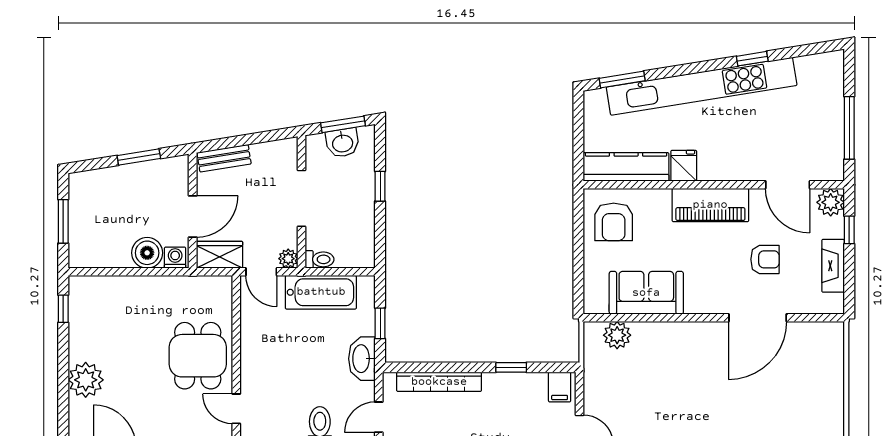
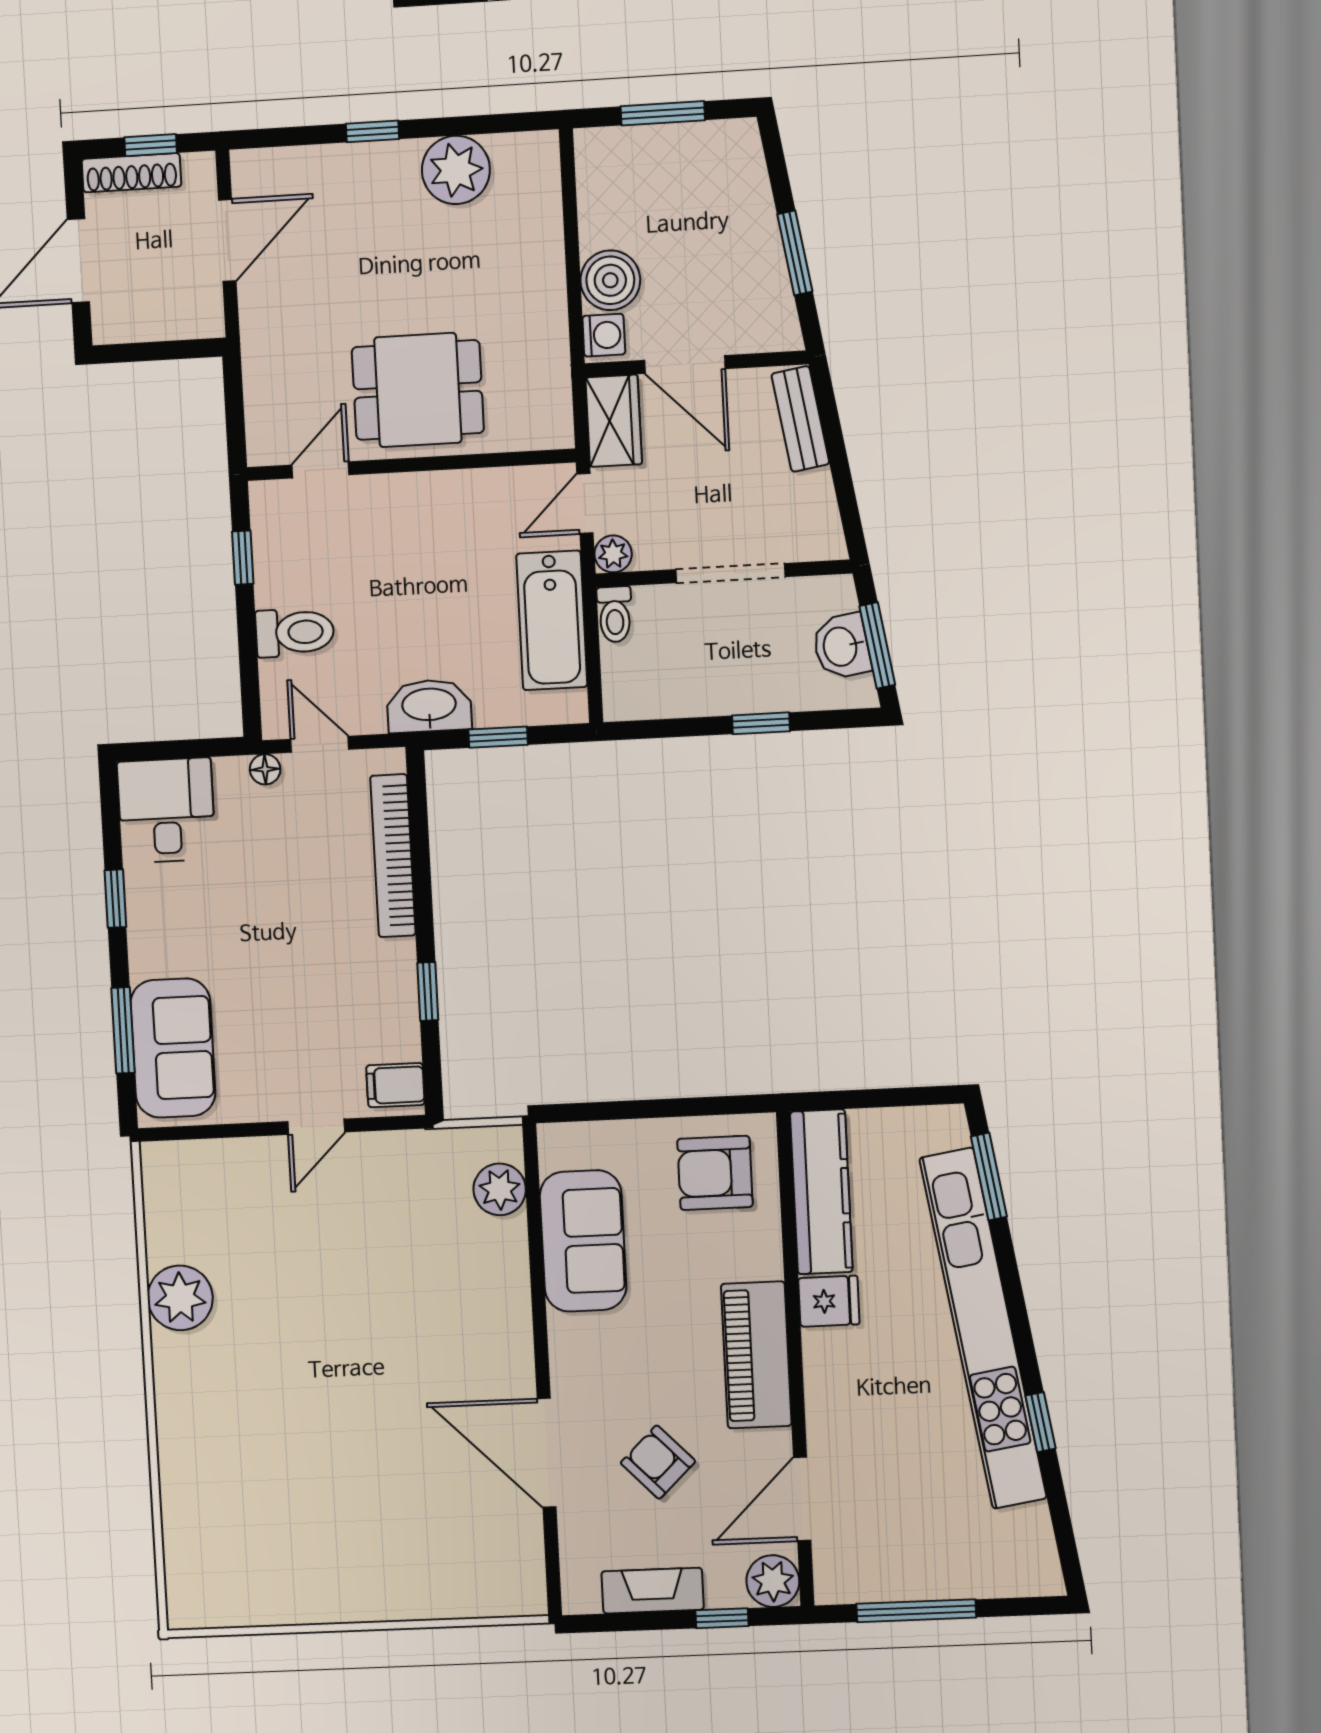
armchair: (765, 259) -> (658, 1462), turned 136
window: (63, 309) -> (373, 131), moved
plant: (86, 380) -> (456, 170), moved

